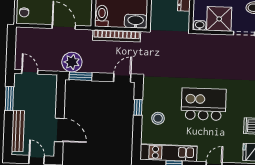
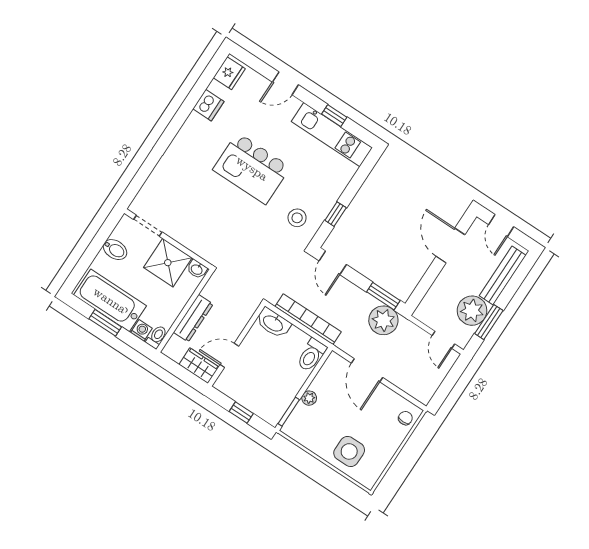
door: (122, 78) -> (333, 263), hinge flipped
plant: (23, 99) -> (472, 311), added
stool: (158, 118) -> (297, 218), moved

